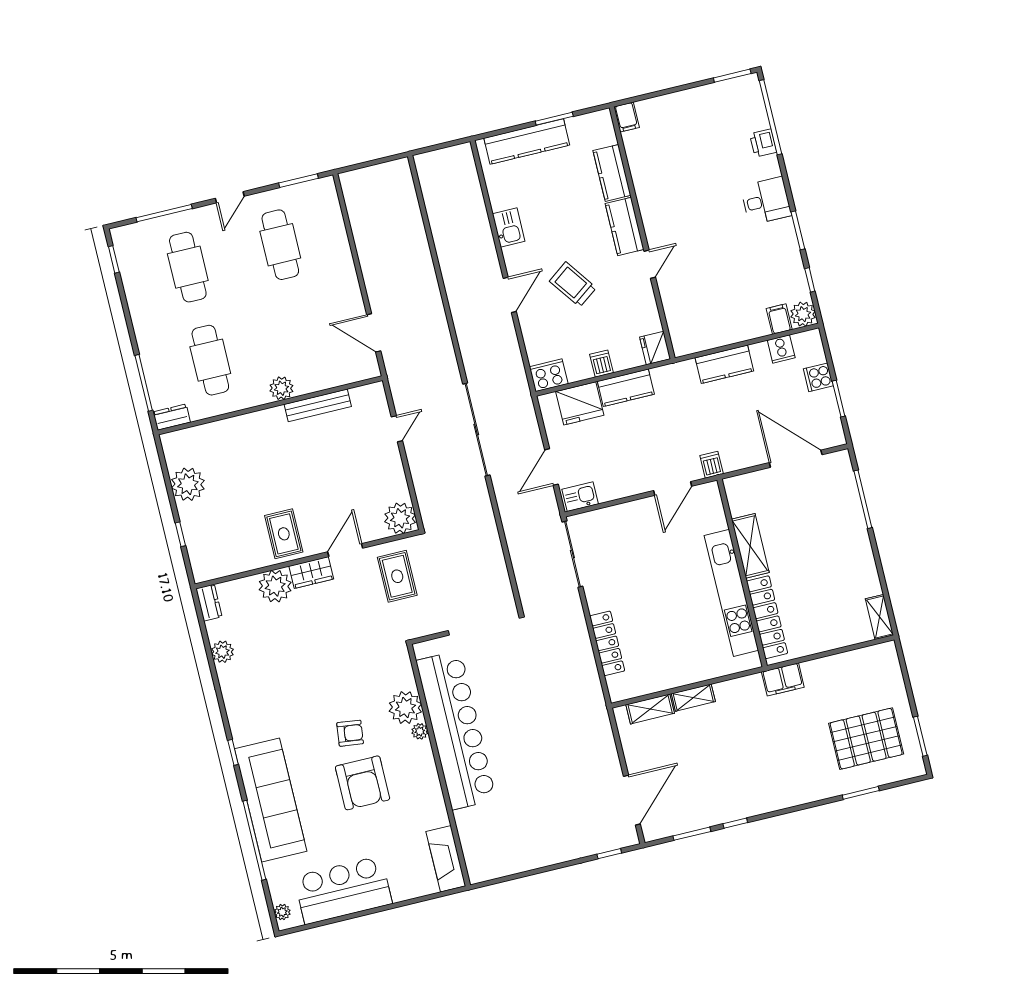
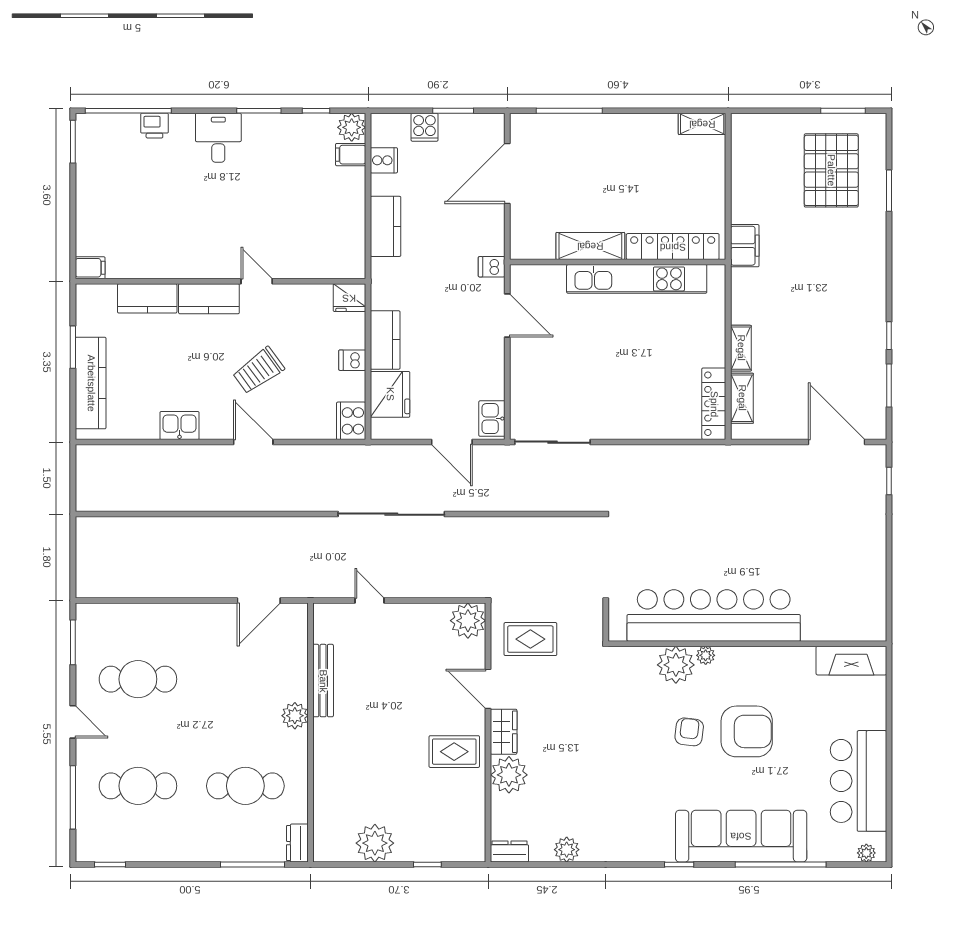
locker: (607, 643) -> (714, 404), moved, turned -90

